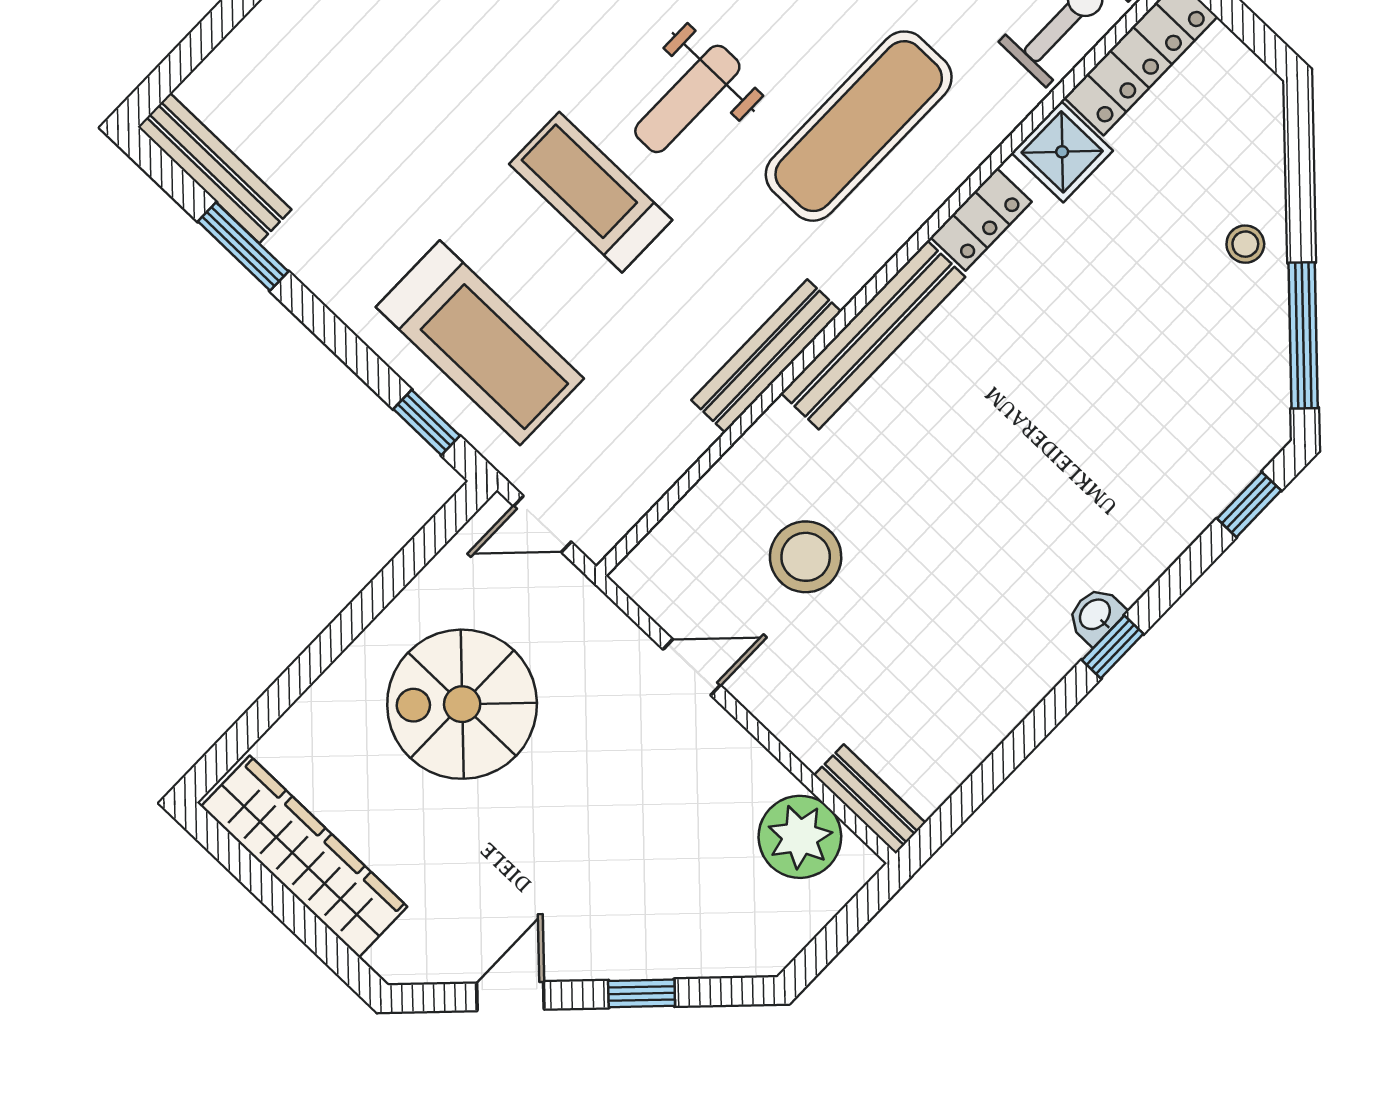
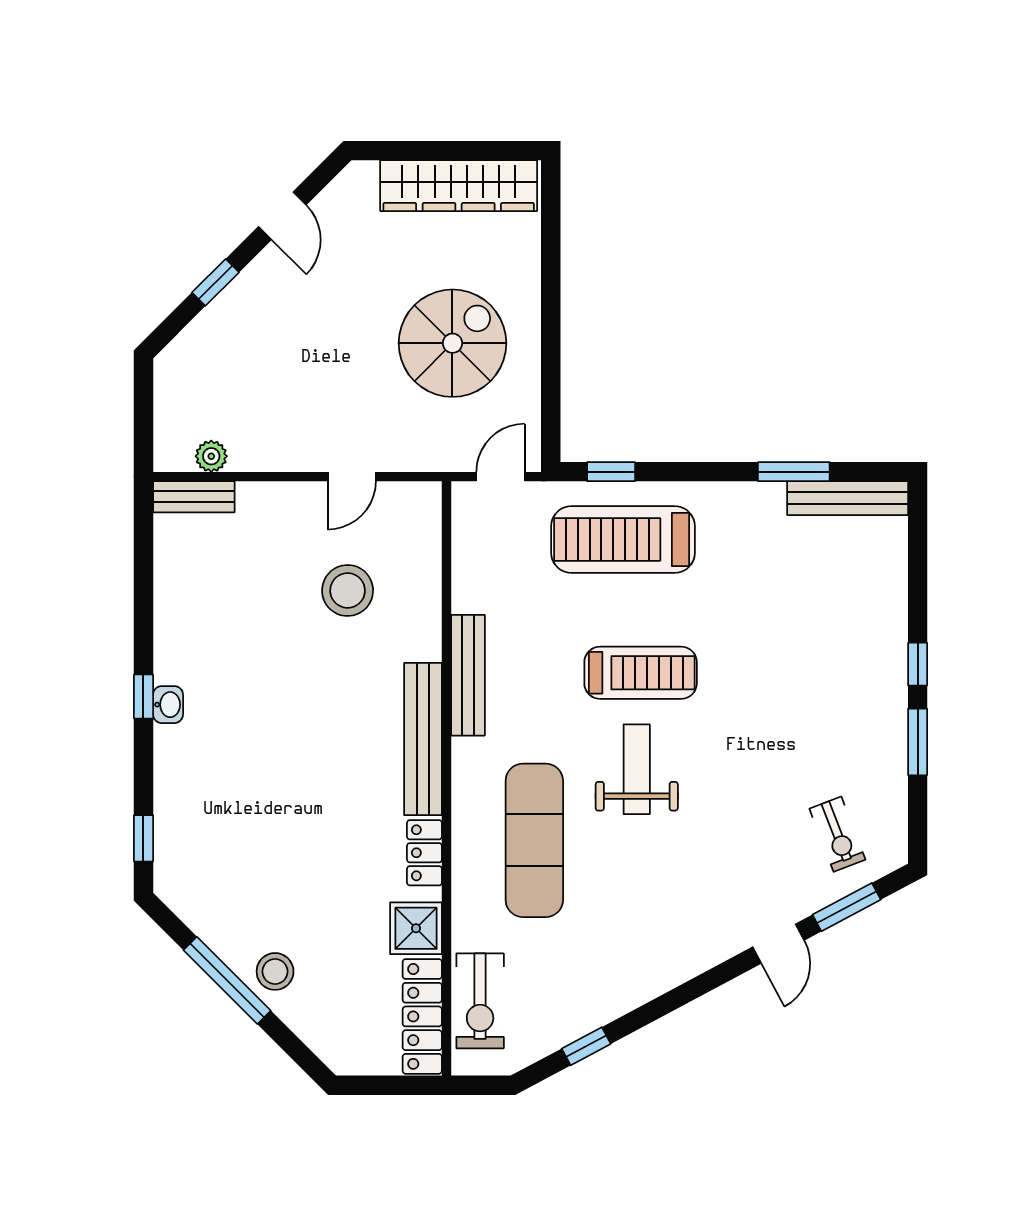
stool: (1245, 244) -> (275, 971), width x1.37, depth x1.37
window: (1303, 335) -> (227, 980), moved
plant: (800, 837) -> (211, 456), width x0.53, depth x0.53

